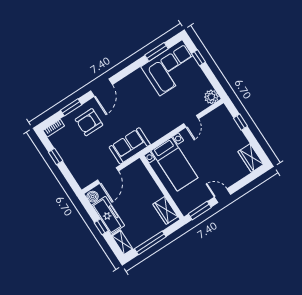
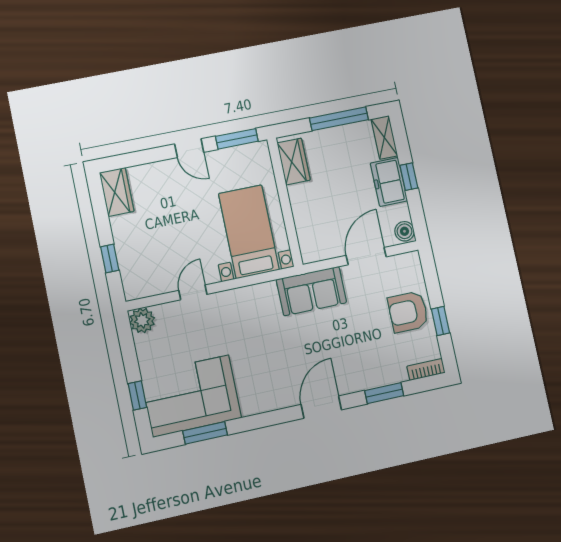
armchair: (89, 122) -> (408, 312), moved, turned 180
freezer: (108, 215) -> (389, 182), width x0.71

